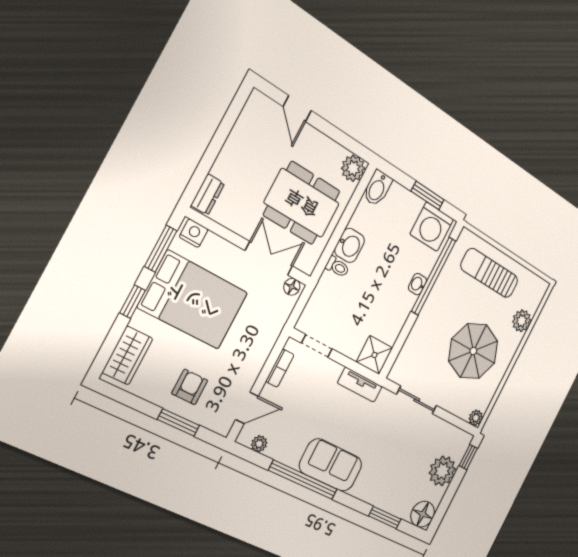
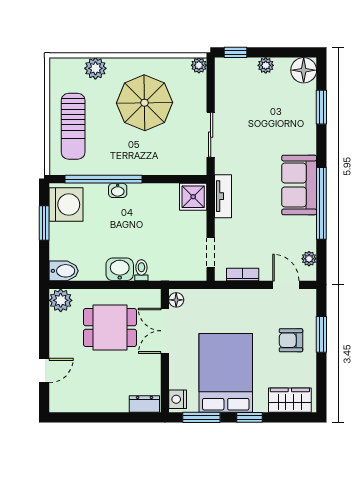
dining table: (302, 203) -> (110, 328), width x0.73
plant: (442, 471) -> (266, 65), width x0.53, depth x0.53

